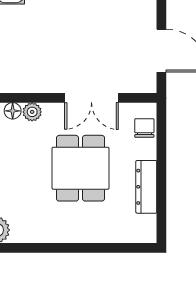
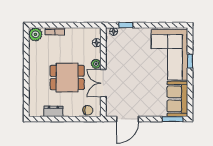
plant: (32, 112) -> (96, 64), moved
dresser: (146, 187) -> (53, 111), width x0.70

